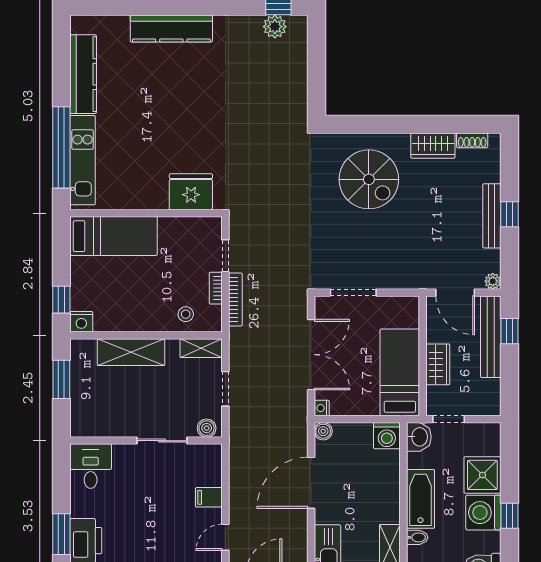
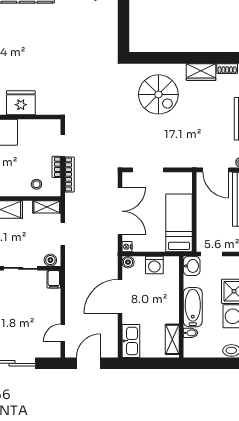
fridge: (191, 192) -> (21, 103), moved
wardrobe: (438, 364) -> (204, 218), removed
washing machine: (387, 436) -> (154, 265), moved
filing cabinet: (209, 497) -> (54, 279), moved, turned -90

